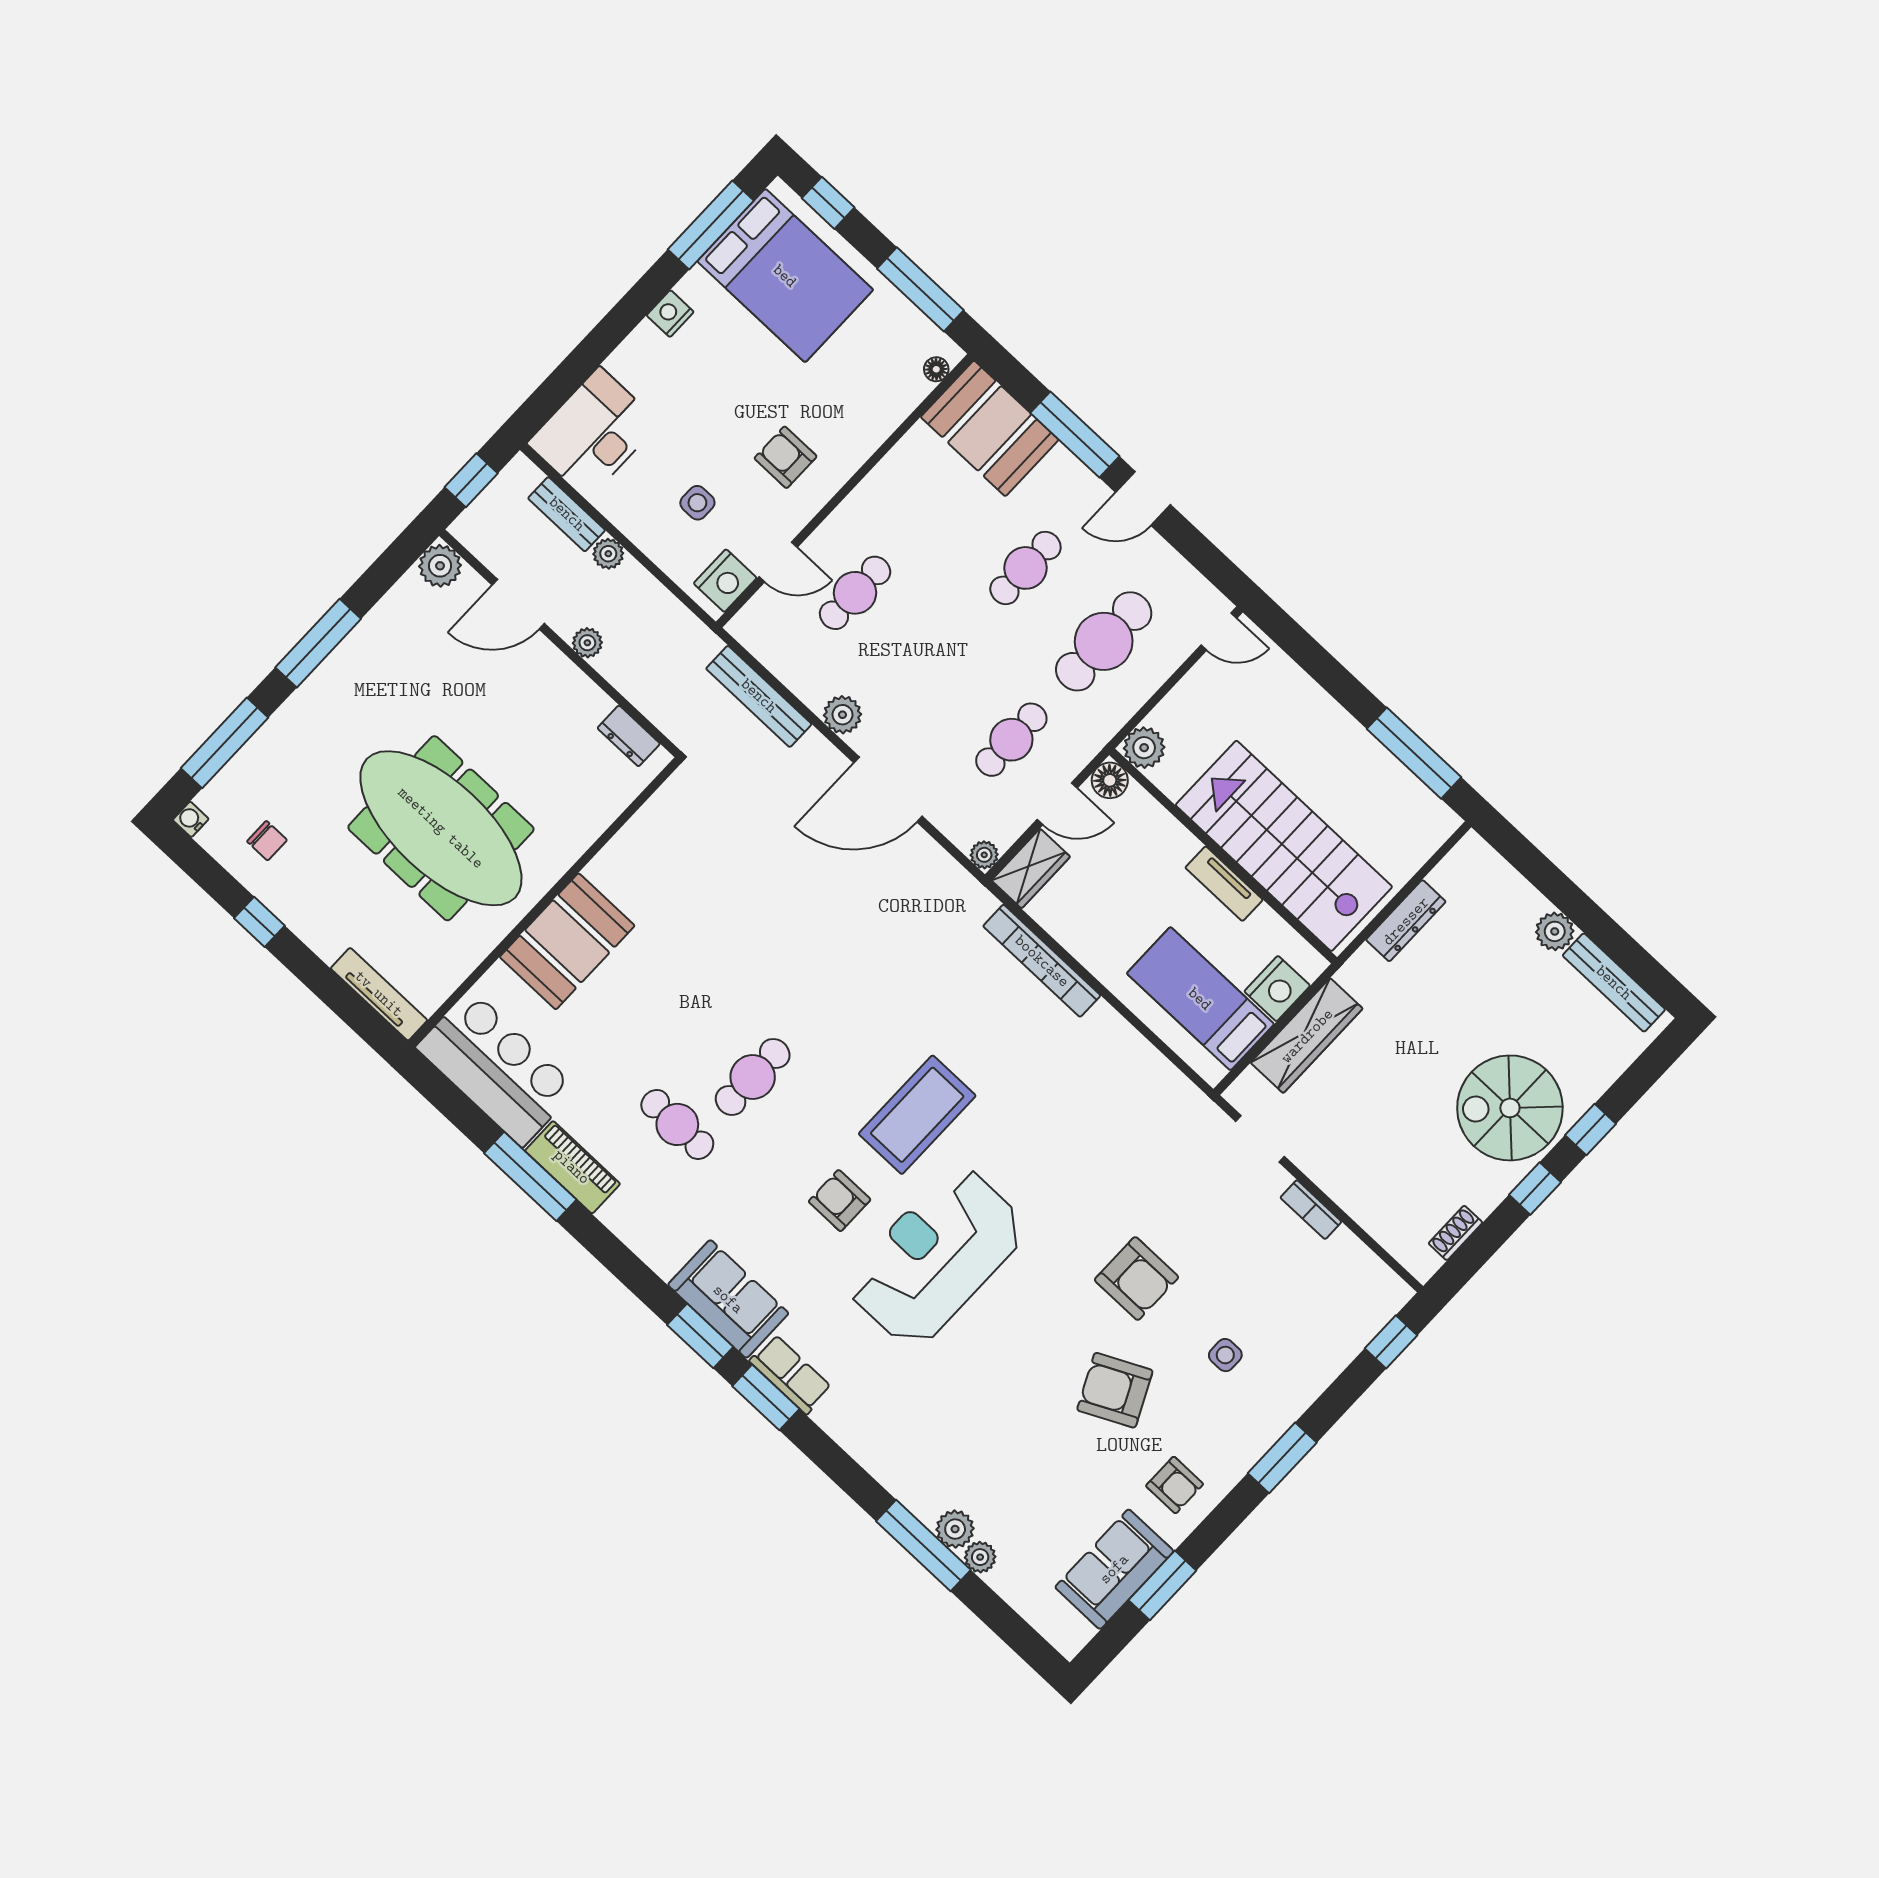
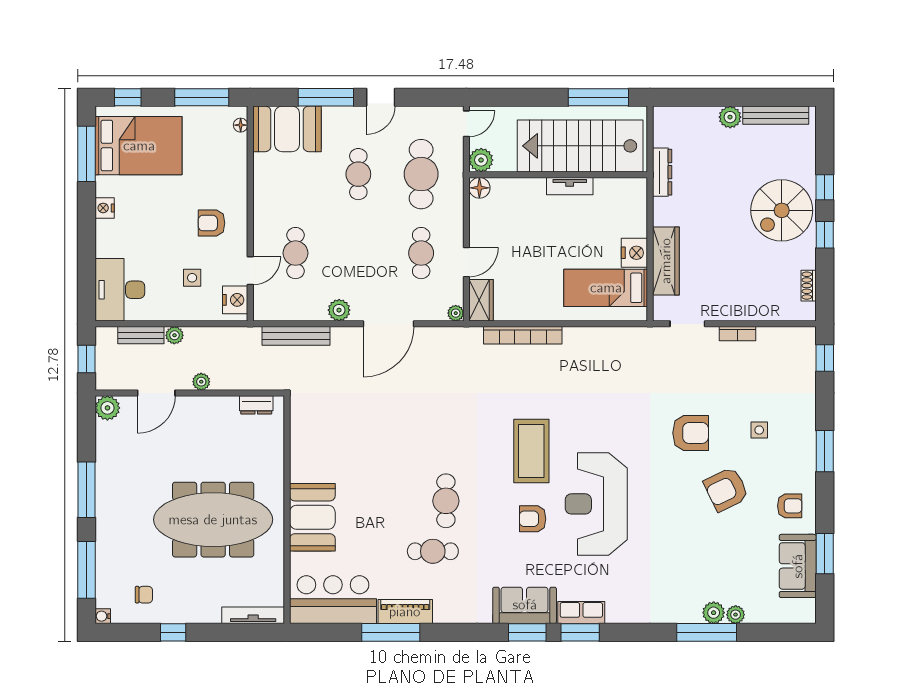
plant: (1144, 748) -> (481, 160), moved
floor lamp: (1110, 780) -> (479, 188), moved
stairs: (1284, 846) -> (580, 146), moved
wall: (1223, 856) -> (558, 175), moved
tv unit: (1224, 884) -> (570, 186), moved

